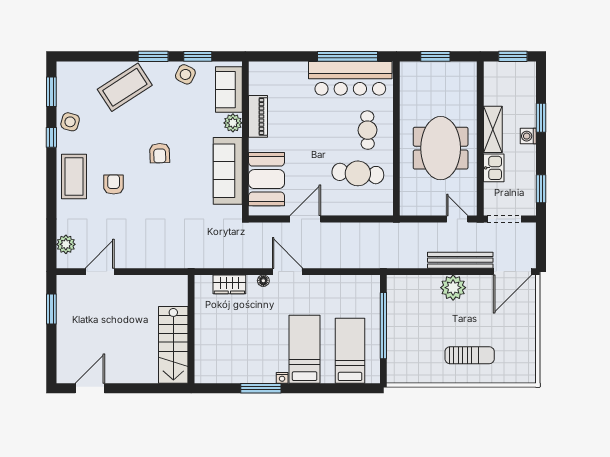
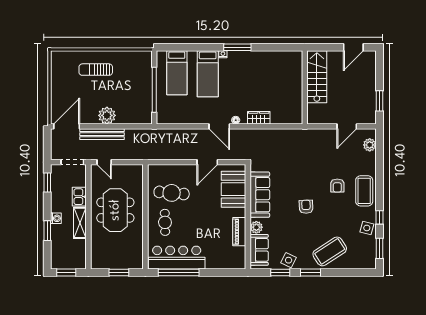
wall: (191, 329) -> (305, 87), moved
stairs: (173, 345) -> (317, 77), moved

